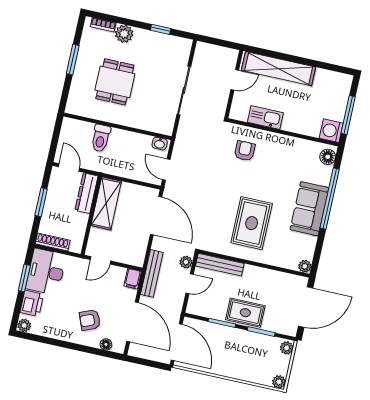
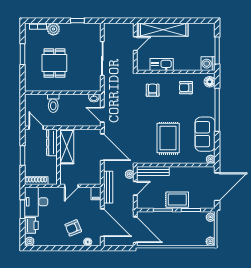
armchair: (293, 158) -> (186, 88), added
sofa: (309, 209) -> (205, 134), moved

